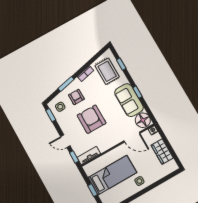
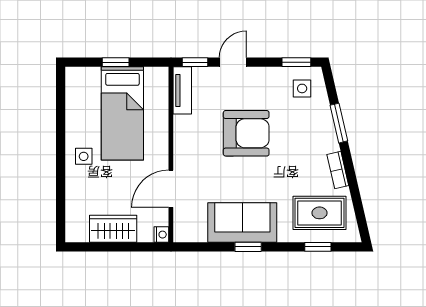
armchair: (76, 97) -> (303, 129), removed
floor lamp: (143, 120) -> (191, 227), removed

